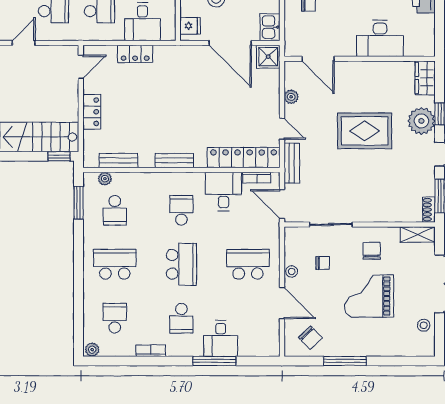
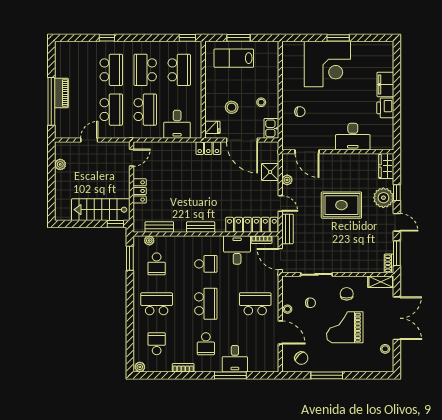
locker: (135, 54) -> (208, 148), moved
shower: (268, 57) -> (270, 172), moved
school desk: (181, 210) -> (206, 264), turned 90

